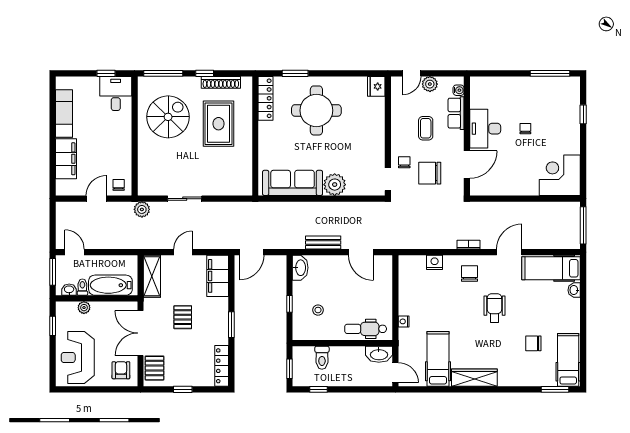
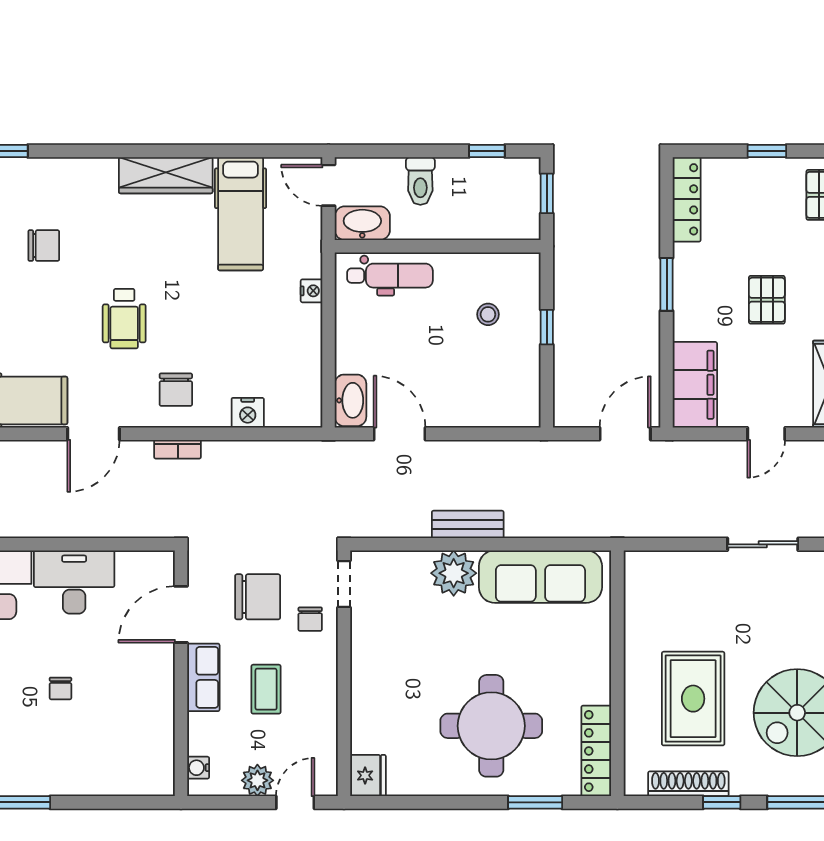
row of seats: (456, 113) -> (203, 677), moved
desk: (485, 129) -> (74, 582), moved, turned -90
bench: (323, 243) -> (468, 524), moved
washbasin: (300, 268) -> (350, 400), moved, turned 180
toilet: (322, 358) -> (420, 181), moved, turned 180

